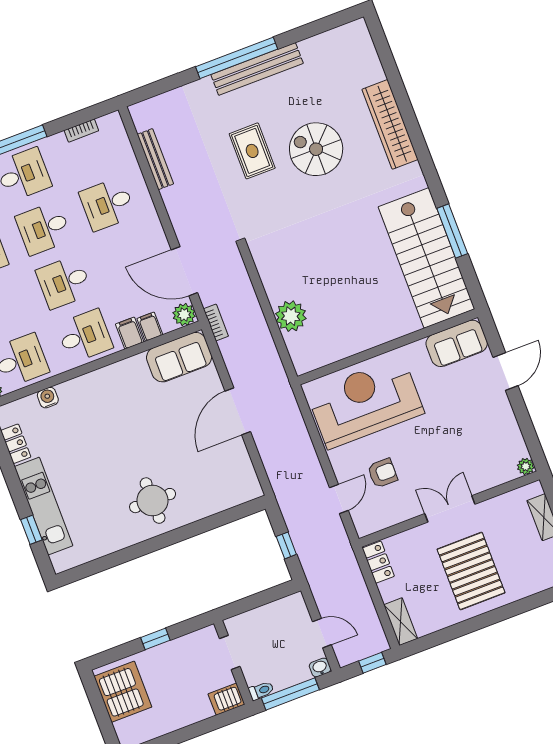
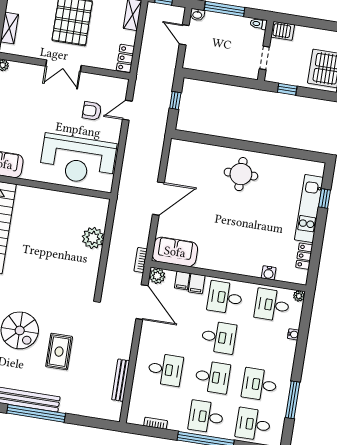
doorway: (230, 653) -> (264, 58), moved
wall: (233, 662) -> (266, 51), moved
toilet: (261, 691) -> (259, 24), moved
server rack: (226, 699) -> (283, 31), moved

